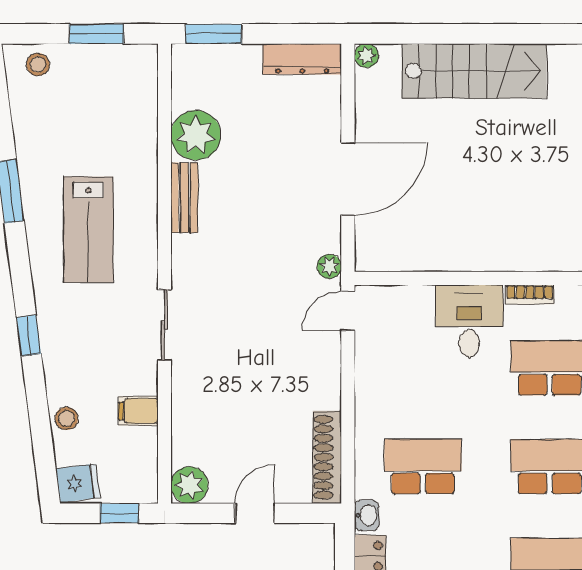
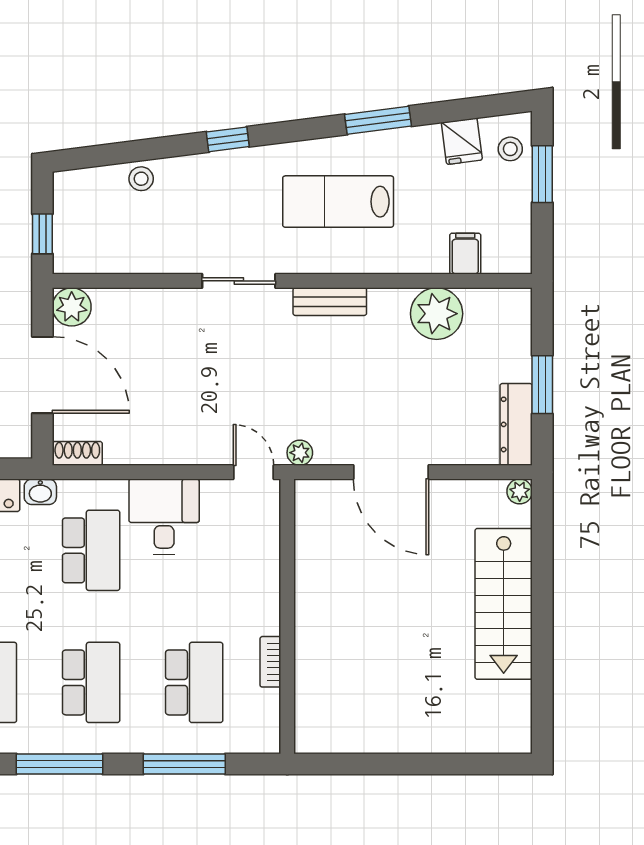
window: (96, 34) -> (542, 174), moved
window: (213, 34) -> (542, 385), moved
bench: (184, 198) -> (330, 302), moved
desk: (469, 321) -> (164, 517), moved, turned -90
filing cabinet: (138, 411) -> (465, 254), moved
shoe rack: (327, 457) -> (77, 453), width x0.51, depth x0.81
fridge: (78, 483) -> (462, 141), moved
door: (255, 513) -> (42, 375), width x1.88

